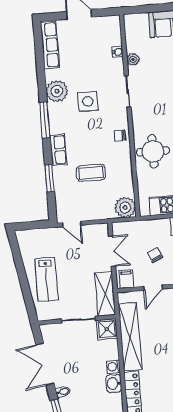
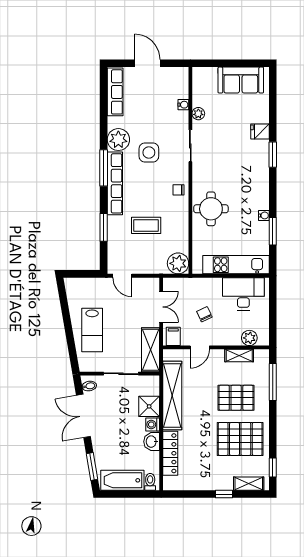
row of seats: (58, 150) -> (115, 183), width x2.02
shower: (107, 329) -> (149, 406), moved
bidet: (63, 392) -> (89, 386), moved

